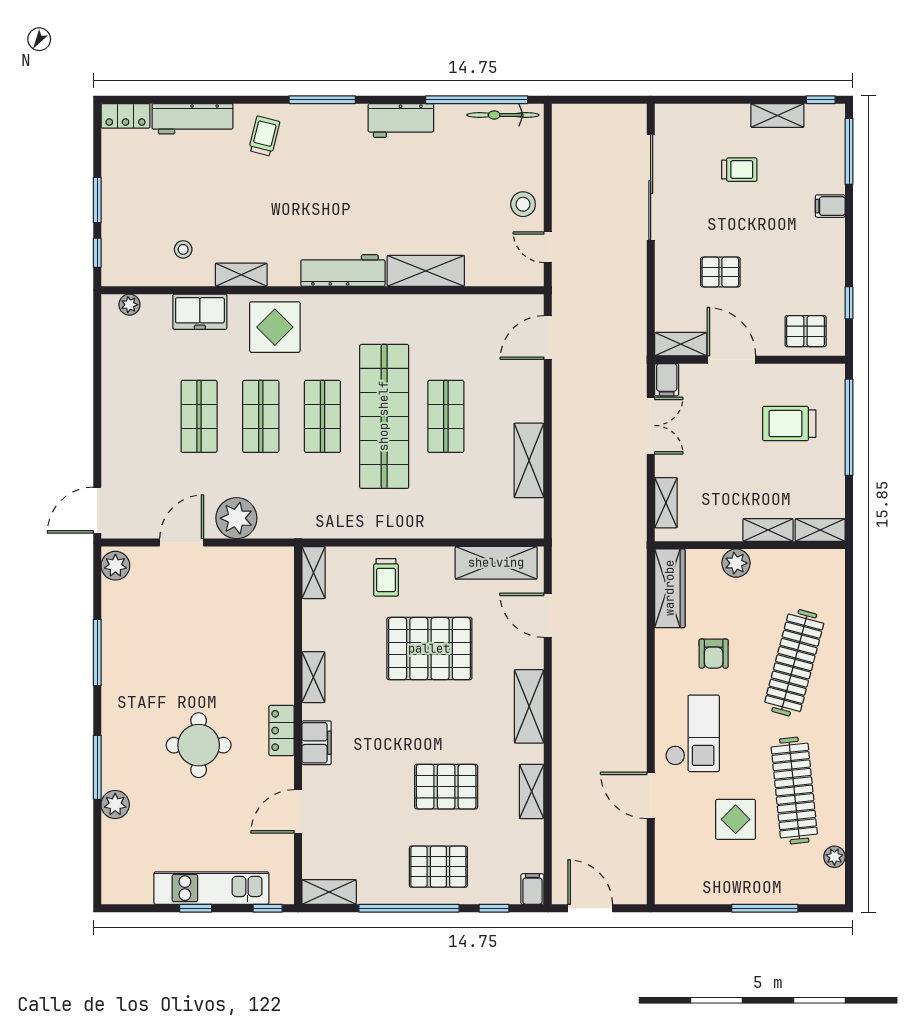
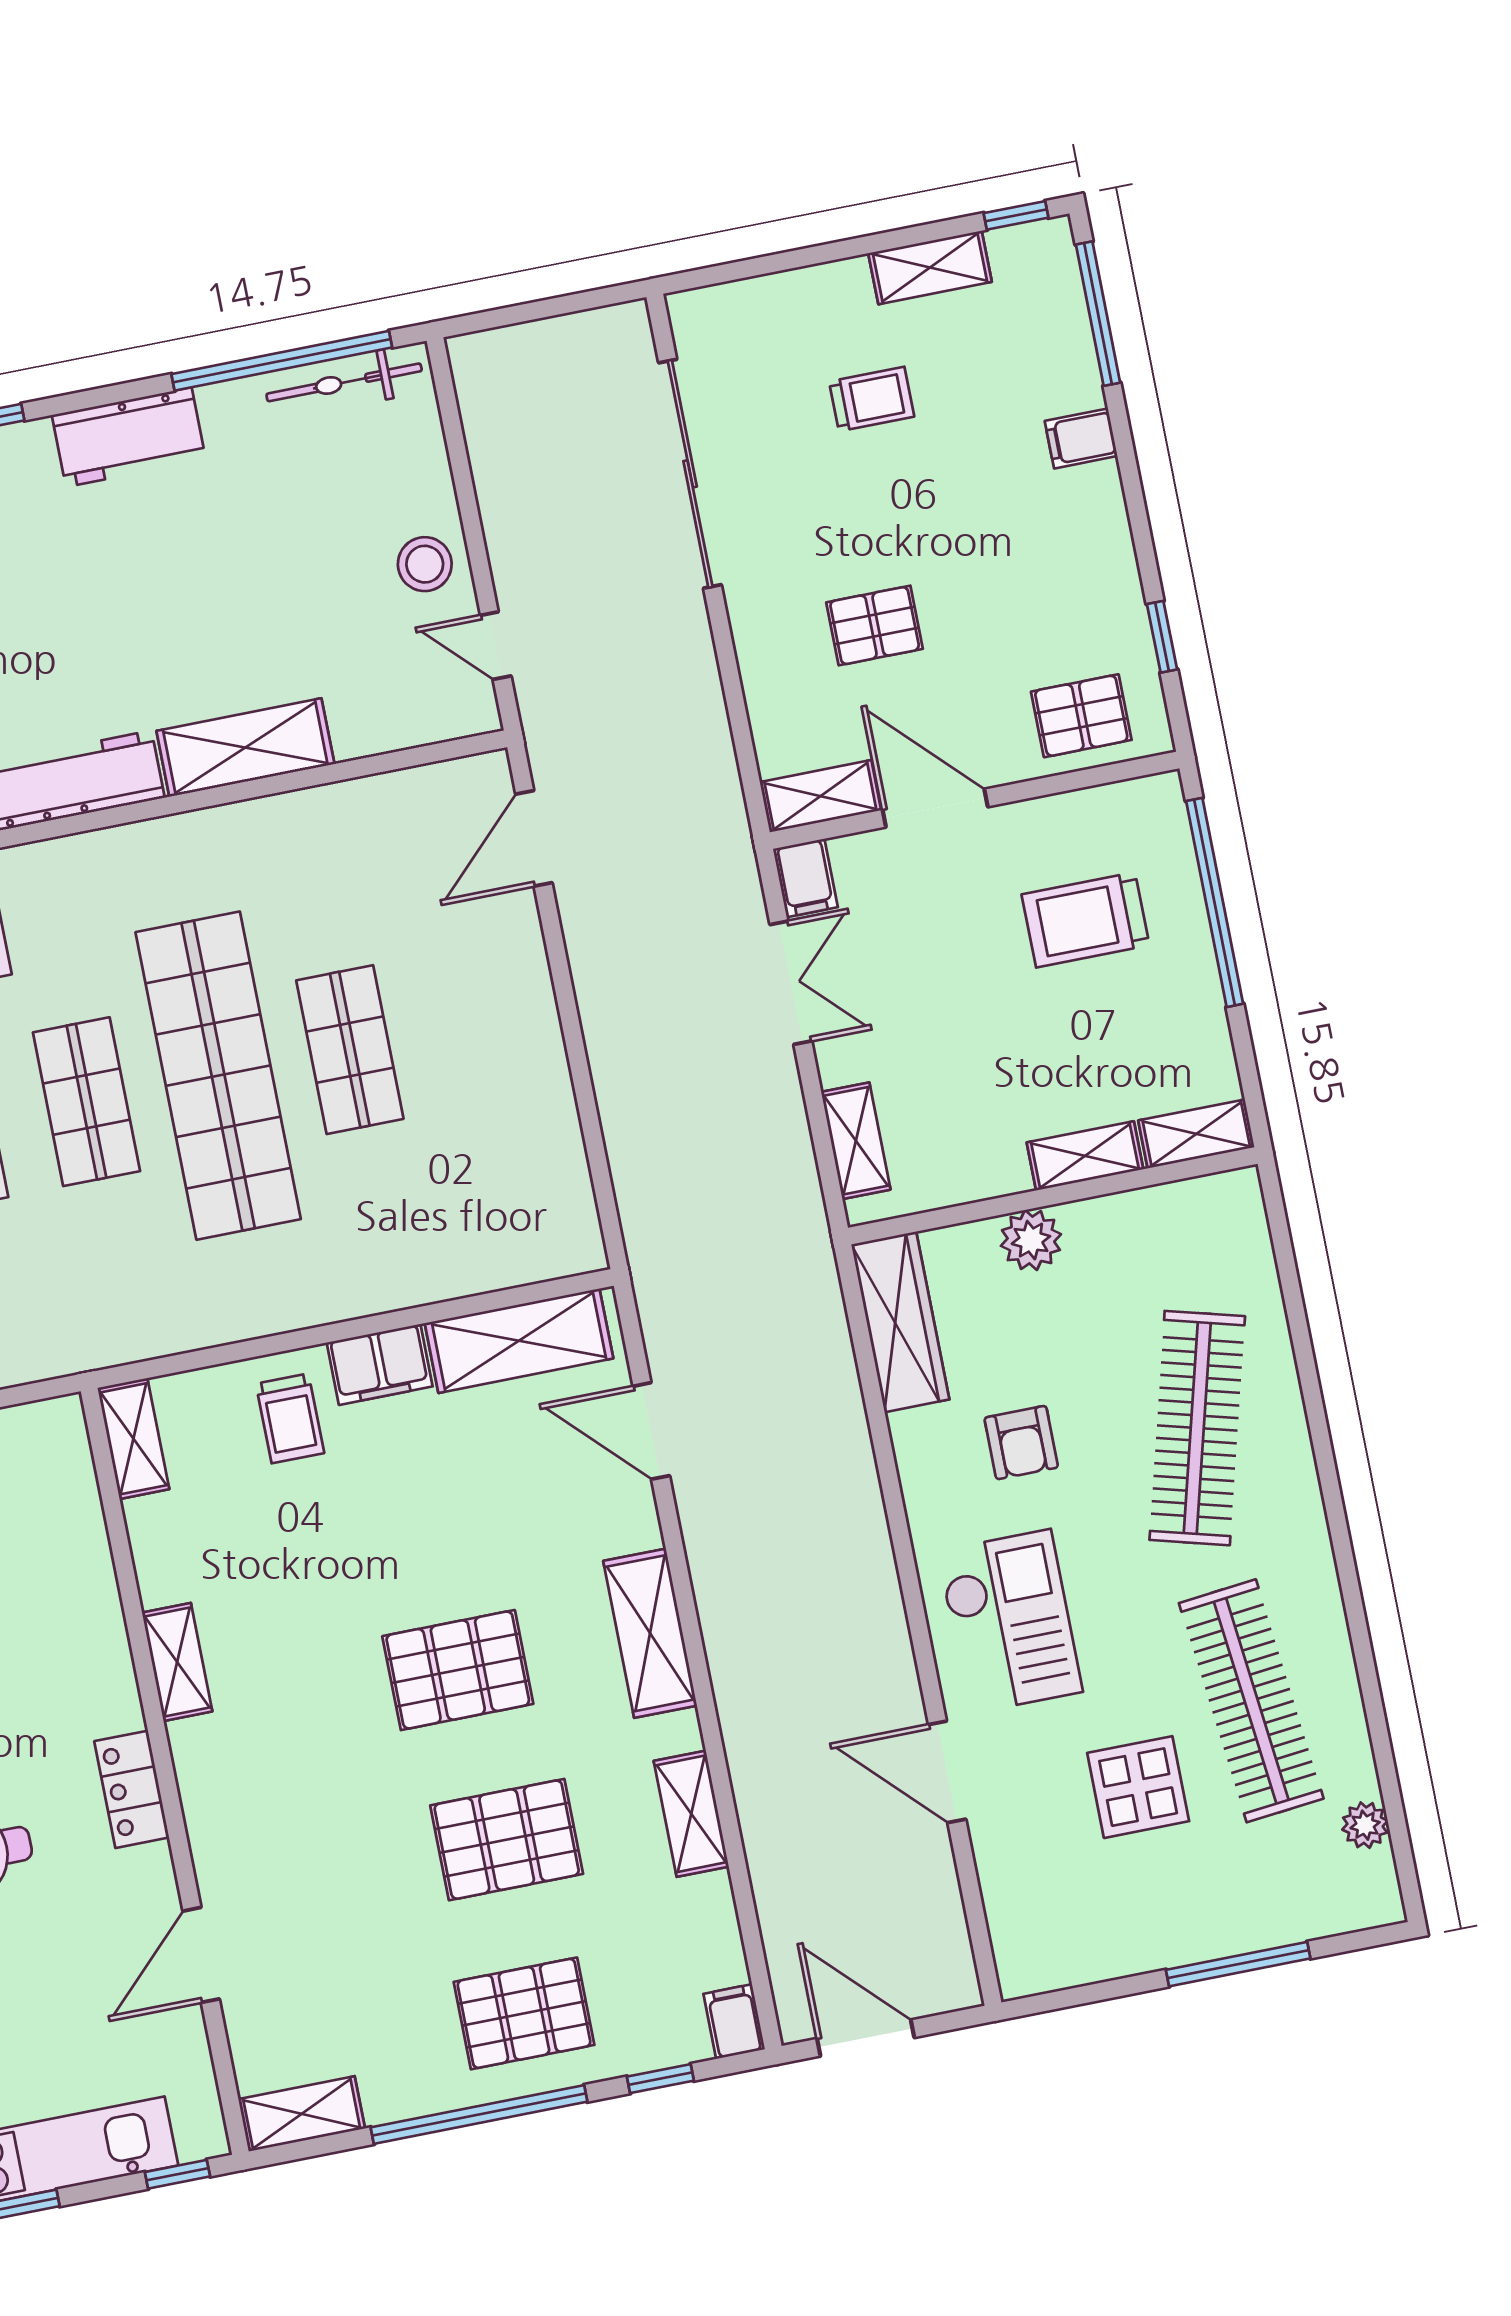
shelving: (529, 460) -> (546, 1108), removed
pallet: (429, 649) -> (458, 1670), moved, width x0.73, depth x0.71
filing cabinet: (317, 743) -> (380, 1364), moved, turned 90

